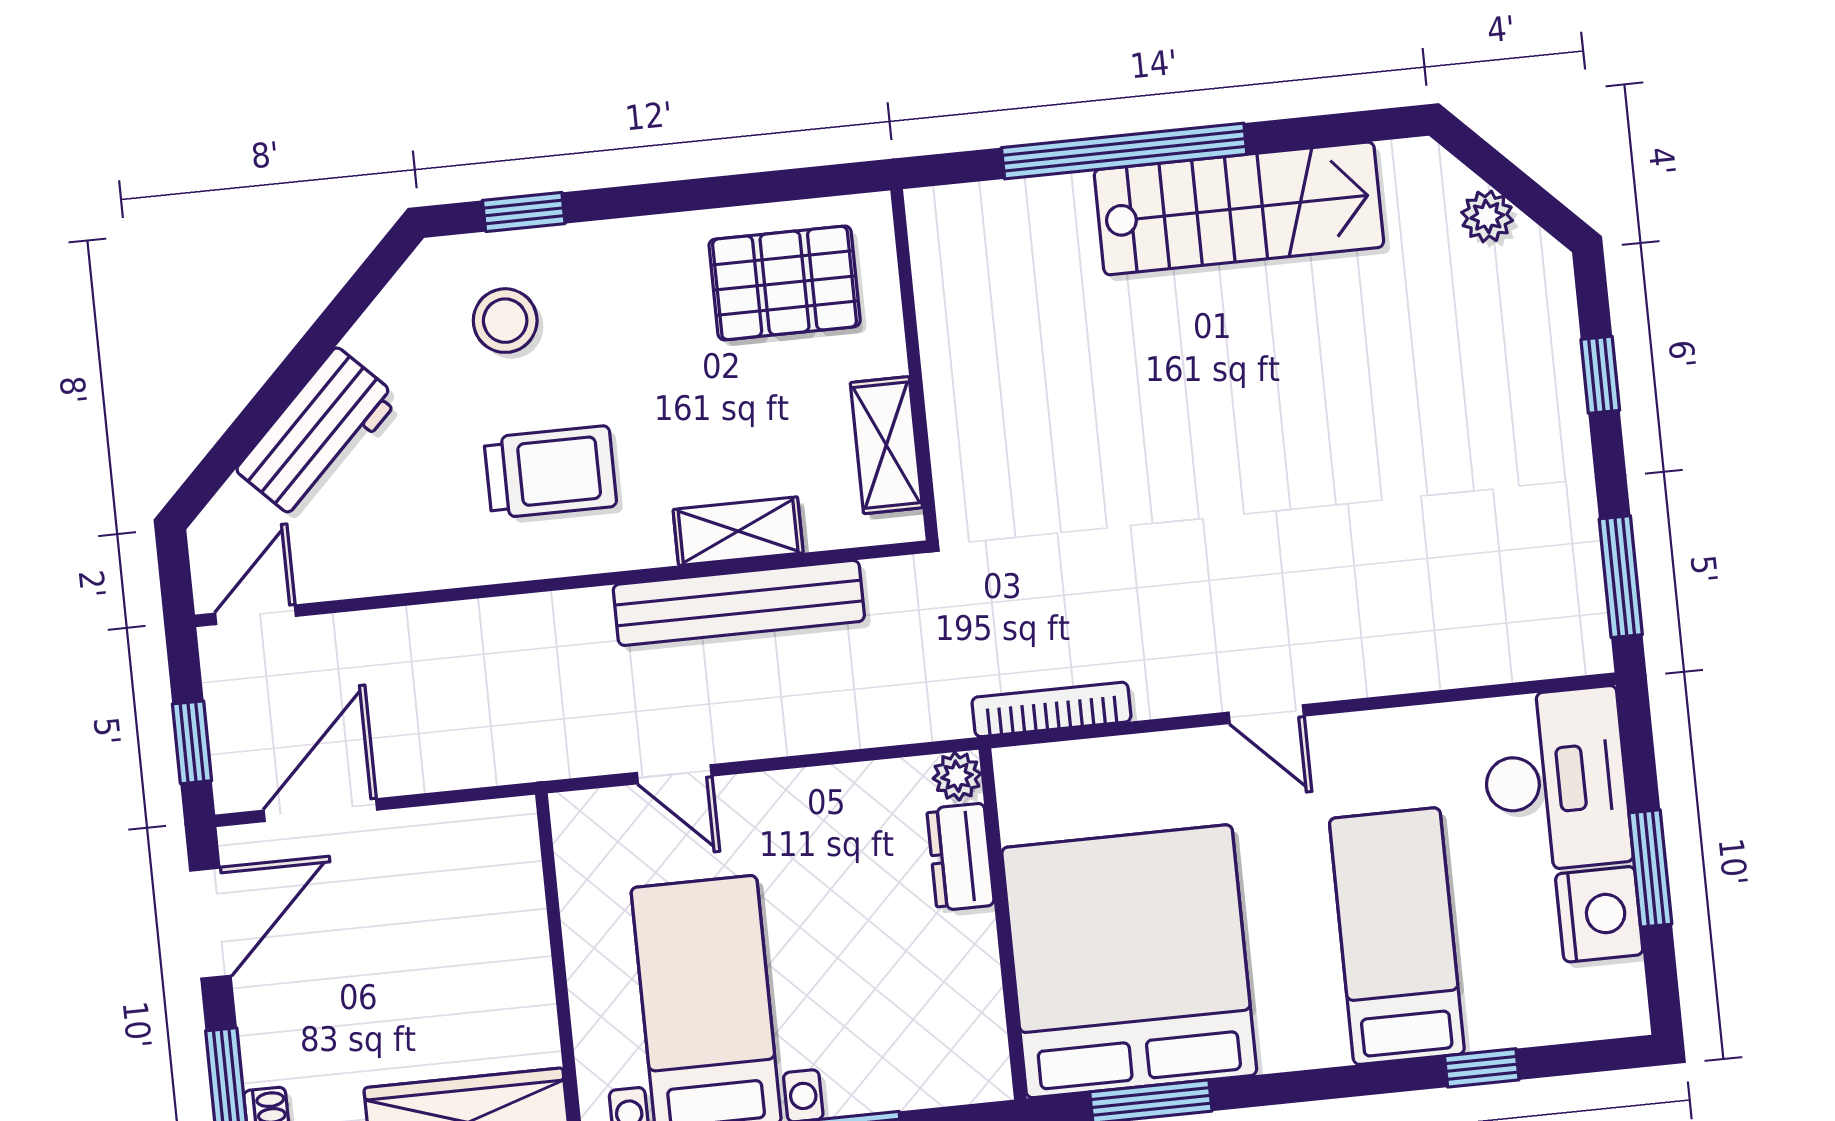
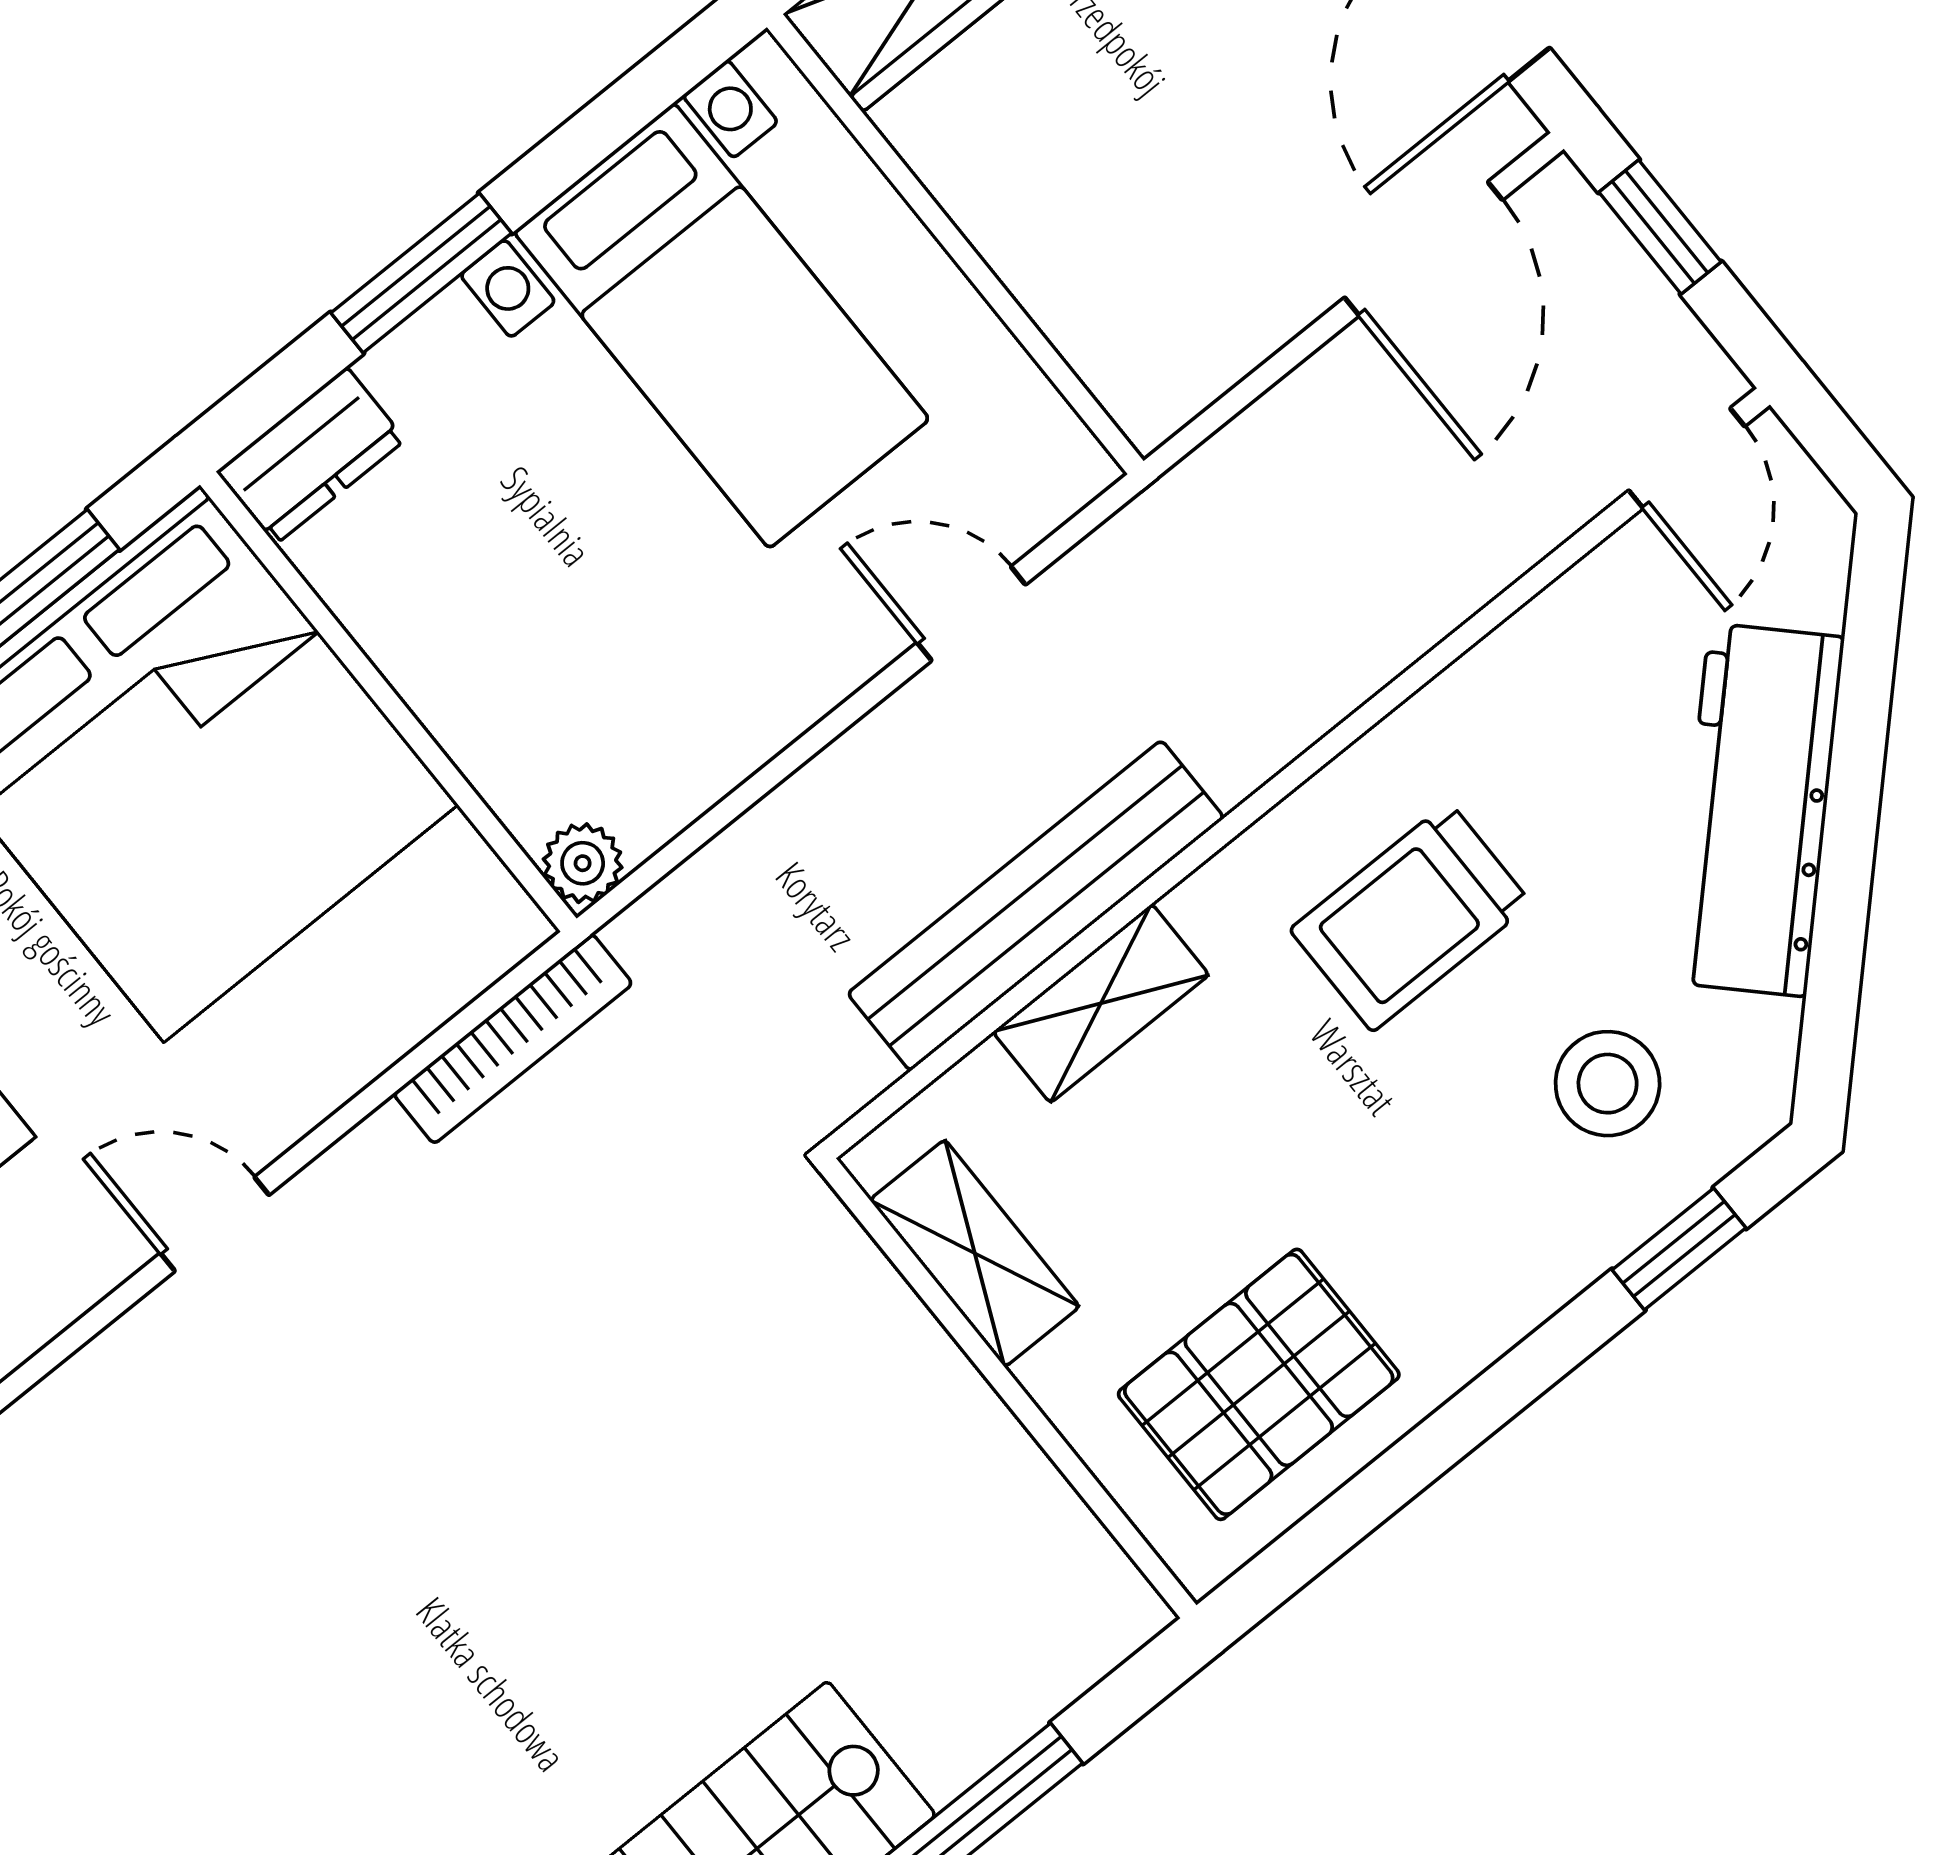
workbench: (318, 434) -> (1758, 810), width x1.38
dresser: (960, 857) -> (311, 456), moved, turned 90

